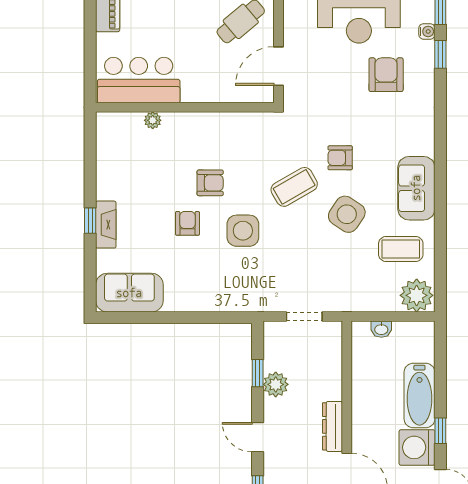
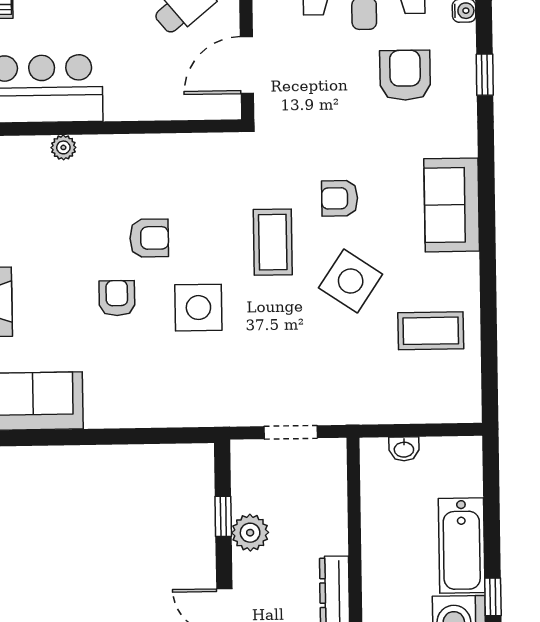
window: (440, 54) -> (485, 75), moved
coffee table: (294, 187) -> (273, 242), turned -60
sofa: (416, 188) -> (452, 205), moved
plant: (417, 295) -> (455, 399), removed

